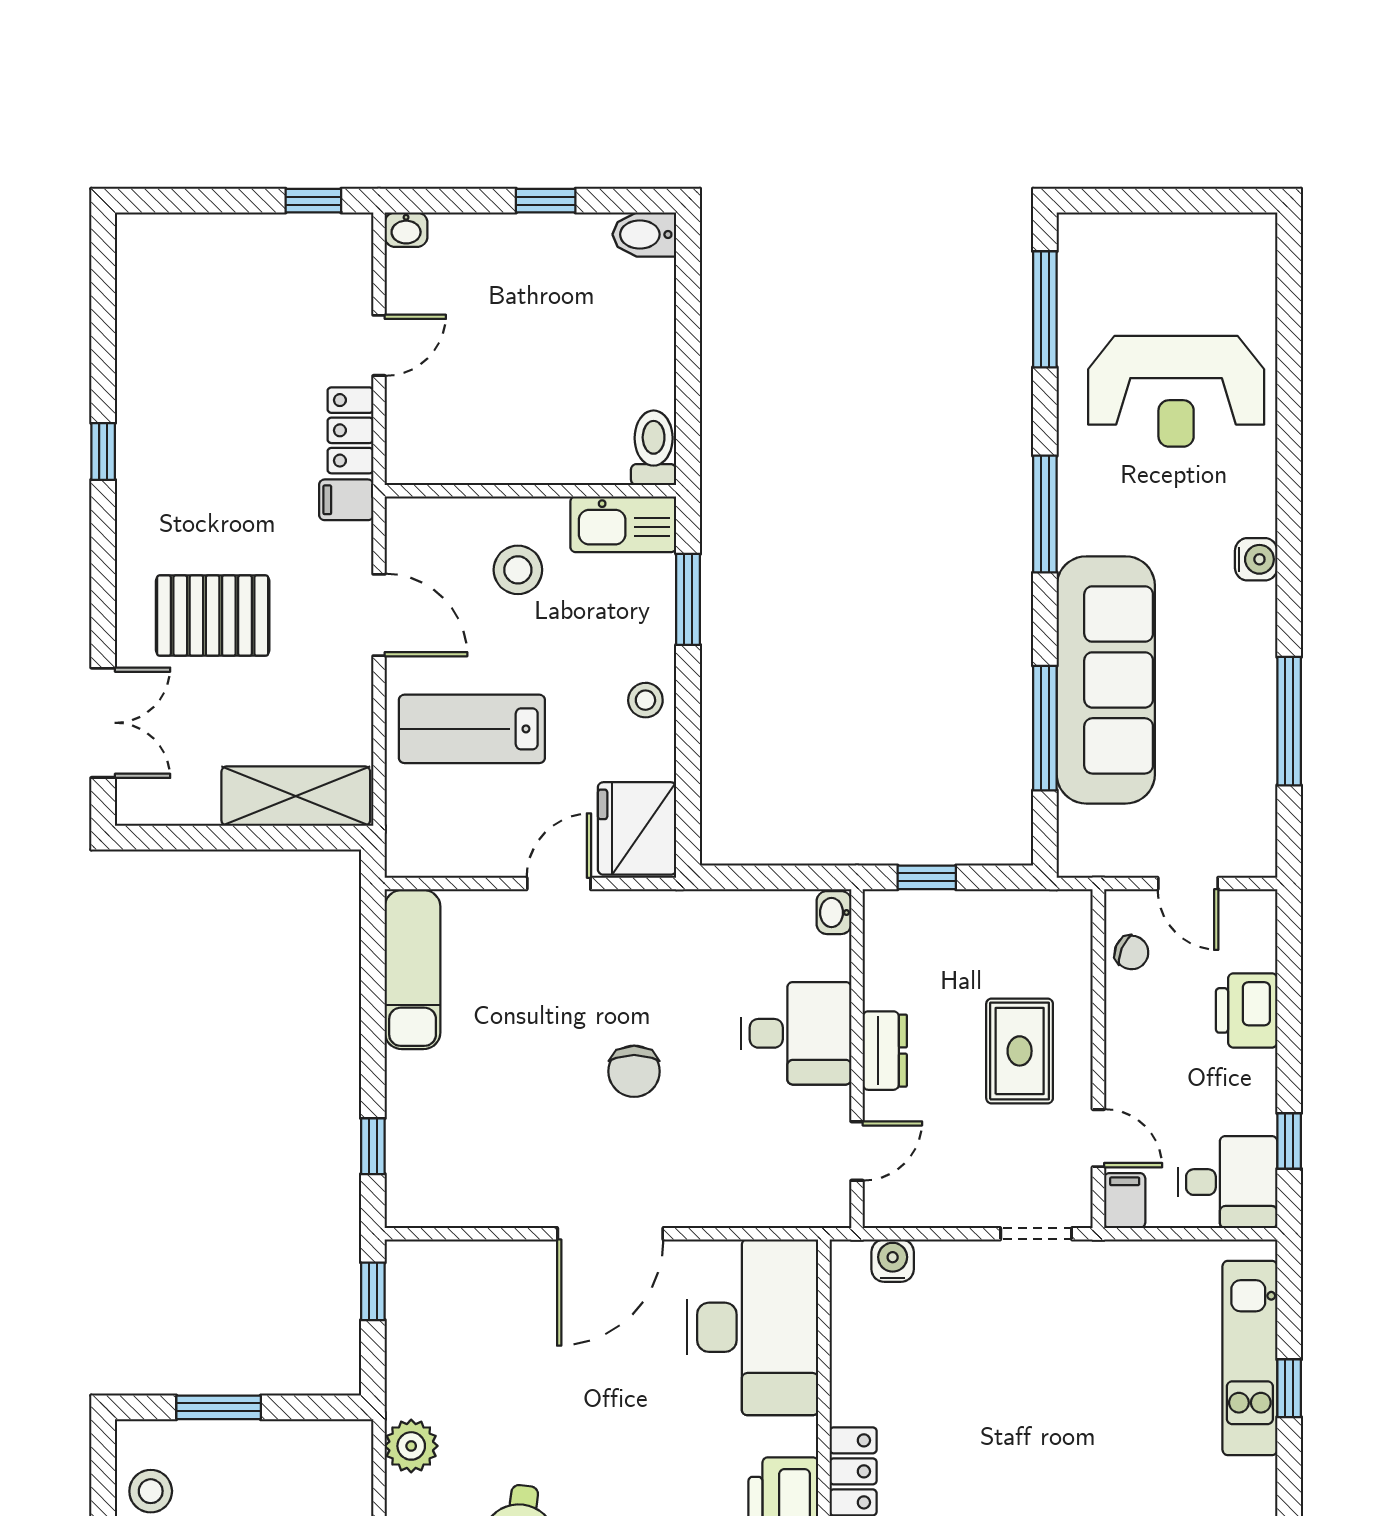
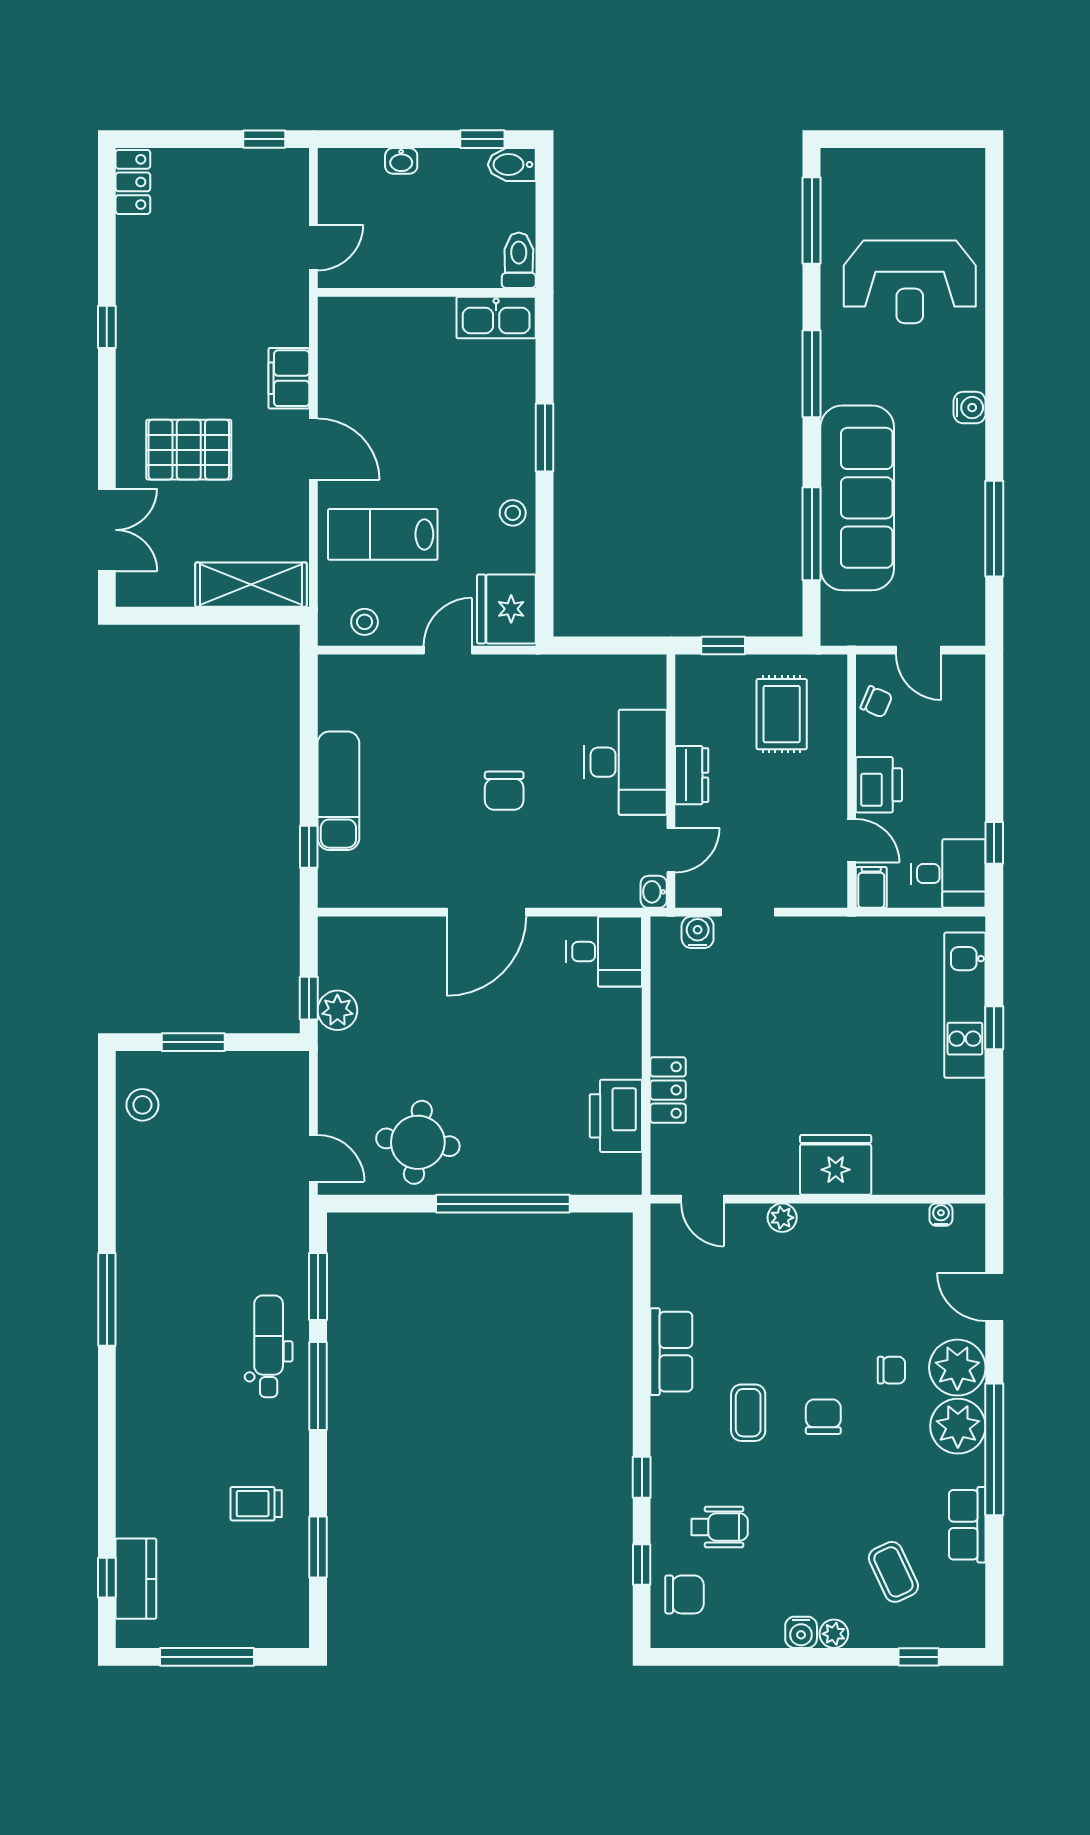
window: (546, 201) -> (482, 139), moved
washbasin: (406, 230) -> (401, 161), moved
locker: (350, 430) -> (133, 182), moved, turned 180
toilet: (654, 448) -> (519, 260), moved
wall: (530, 491) -> (427, 292), moved
filing cabinet: (346, 500) -> (289, 378), width x2.00
kitchen sink: (623, 524) -> (496, 318), moved
stool: (518, 570) -> (365, 622), moved, width x0.73, depth x0.73
washbasin: (834, 913) -> (654, 892), moved
exam couch: (413, 970) -> (338, 791), moved
printer: (1247, 1010) -> (879, 785), moved, turned 180
desk: (796, 1033) -> (625, 762), width x1.37
rug: (1020, 1051) -> (782, 714), moved
doorway: (1036, 1234) -> (748, 912), moved
window: (373, 1291) -> (309, 998), moved
desk: (752, 1327) -> (604, 952), width x0.53, depth x0.77
plant: (411, 1446) -> (337, 1010), moved

